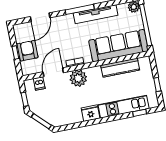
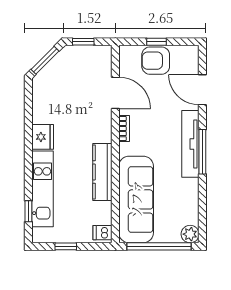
tv unit: (96, 14) -> (190, 144), moved
armchair: (28, 51) -> (156, 61), turned 180
kitchen counter: (120, 68) -> (102, 172), moved
plant: (78, 78) -> (99, 129), removed
dishwasher: (39, 84) -> (103, 233), moved

